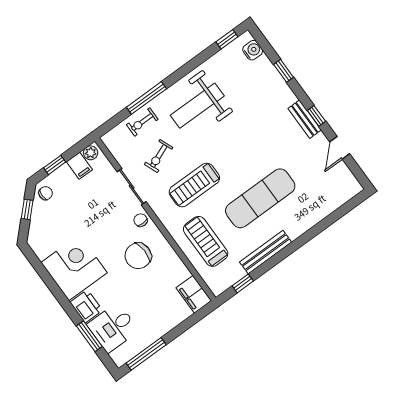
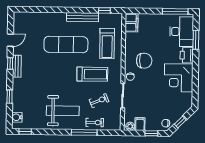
desk: (113, 328) -> (182, 32), width x1.37

